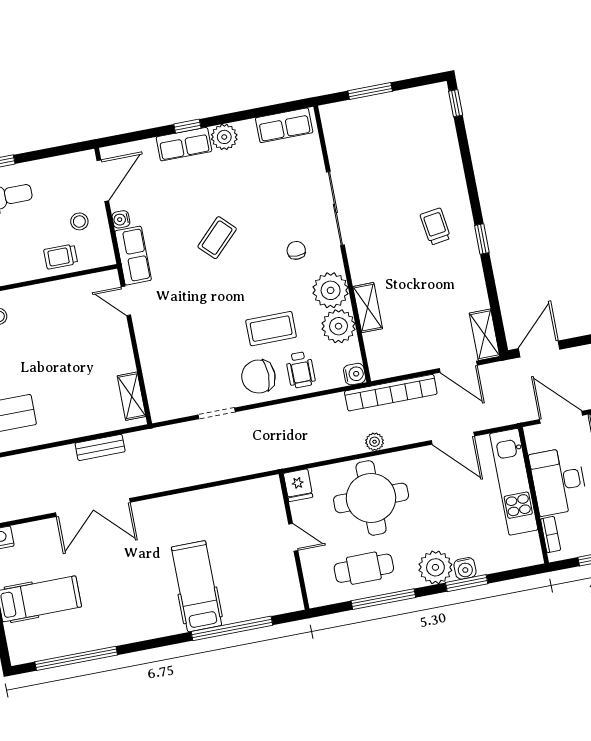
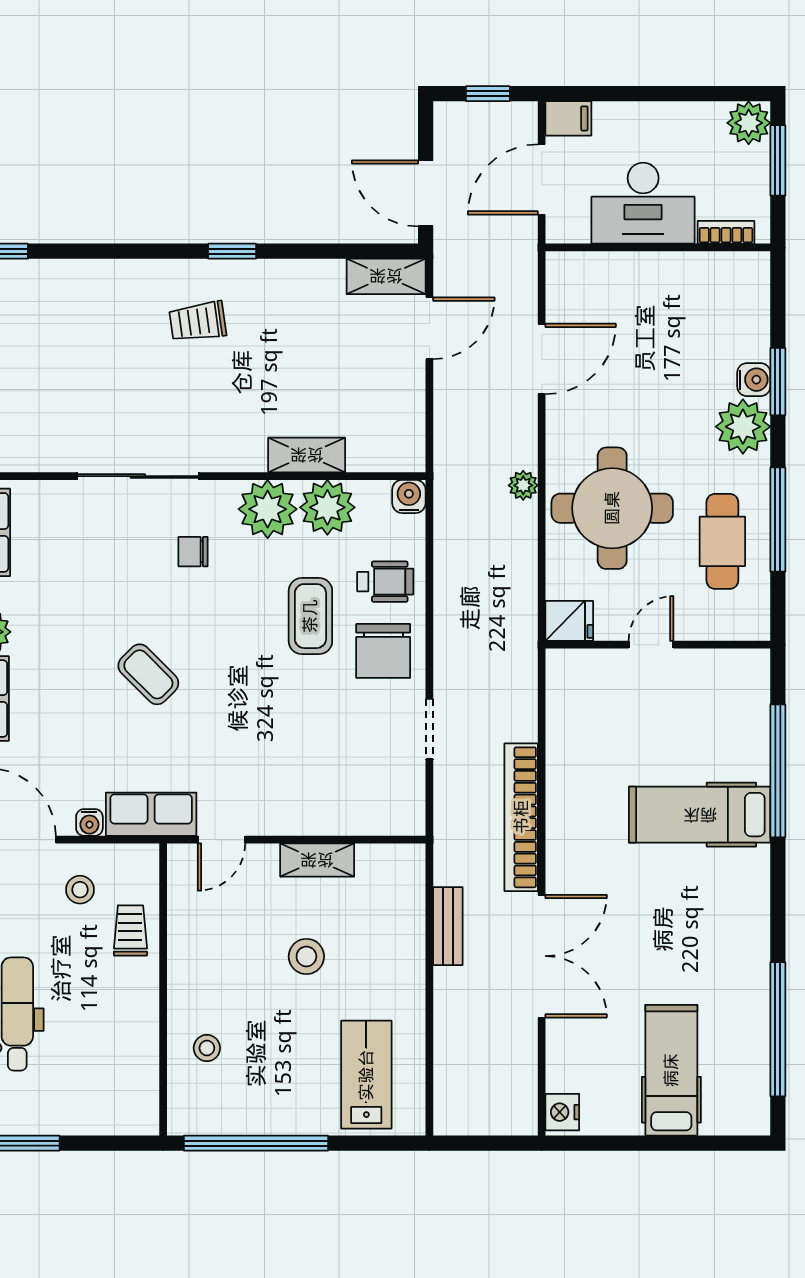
trolley: (61, 257) -> (130, 930), turned 180
stool: (65, 366) -> (306, 956), added
bookcase: (391, 393) -> (521, 817), moved, turned 180
shelving: (132, 396) -> (317, 860), moved
kitchen unit: (514, 482) -> (630, 275), removed

